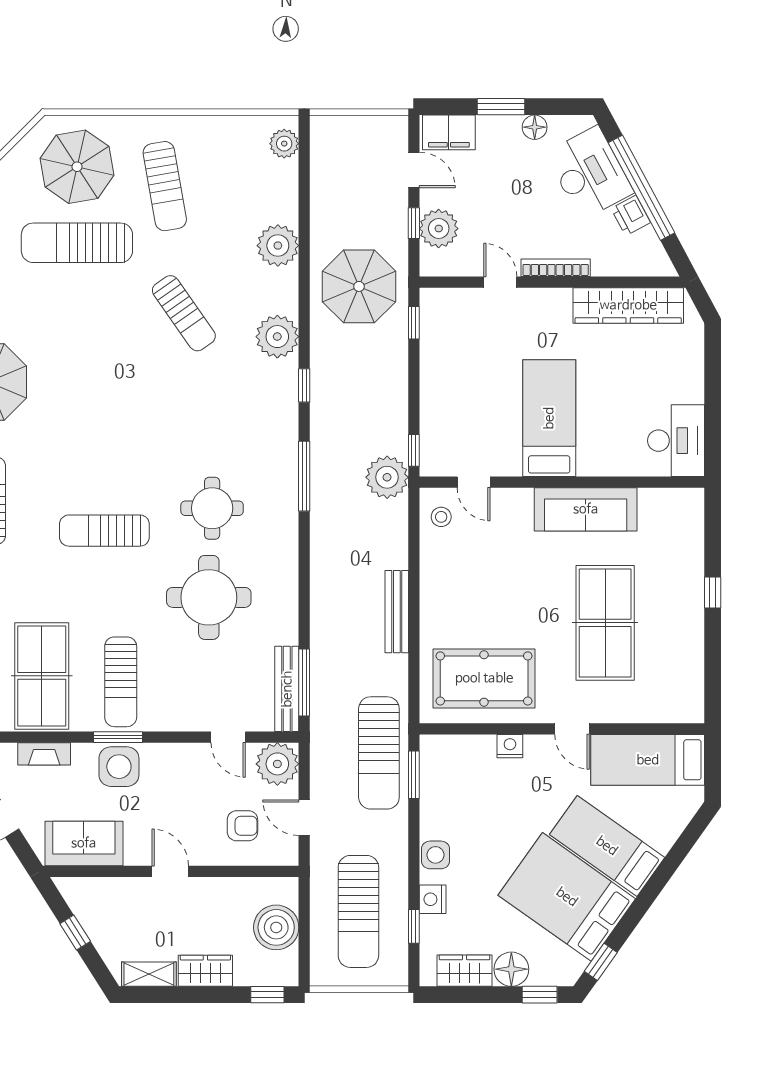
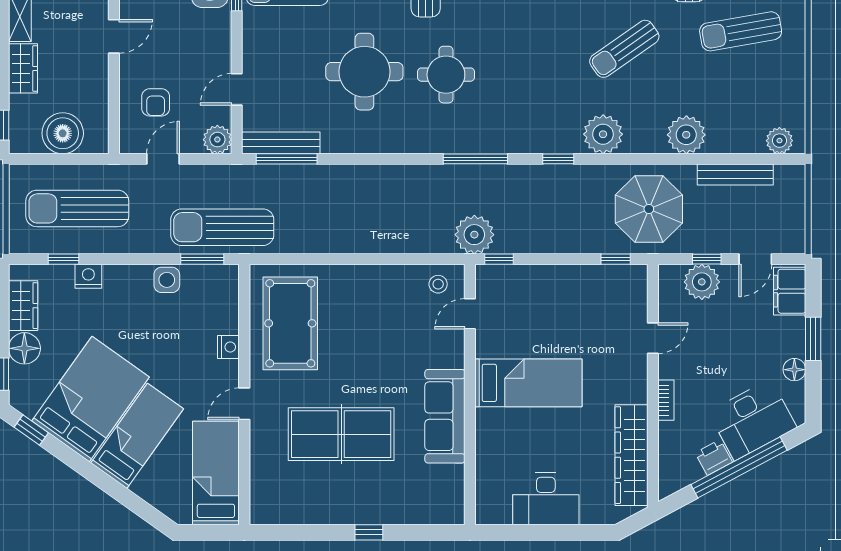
bookcase: (556, 268) -> (666, 400), width x0.64
desk: (676, 441) -> (546, 499), moved
bench: (397, 612) -> (735, 174), moved
plant: (277, 764) -> (217, 140), width x0.73, depth x0.73
side table: (436, 855) -> (167, 280), moved

